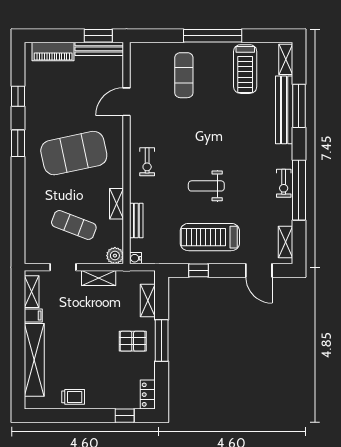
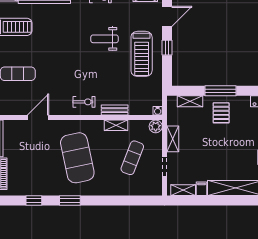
door: (127, 102) -> (38, 118), swing flipped
weight bench: (206, 186) -> (105, 39), moved, turned 90
bench: (136, 221) -> (115, 110), moved
window: (198, 270) -> (167, 48), moved

